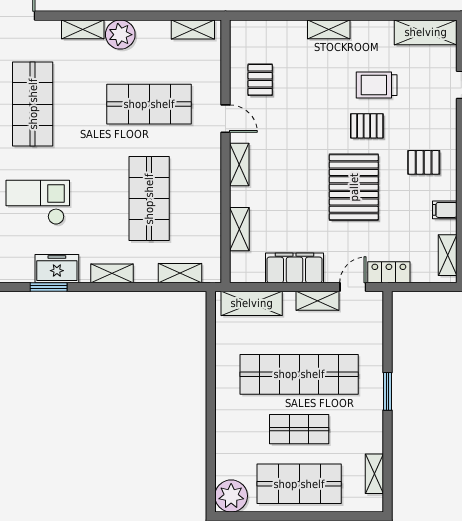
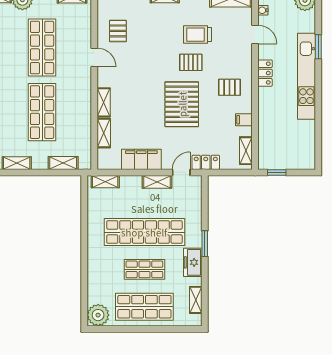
shop shelf: (149, 104) -> (42, 48), turned 90
shelving: (239, 164) -> (104, 102), moved
shelving: (252, 303) -> (105, 182), width x0.67, depth x0.75
freezer: (370, 419) -> (193, 262), added

